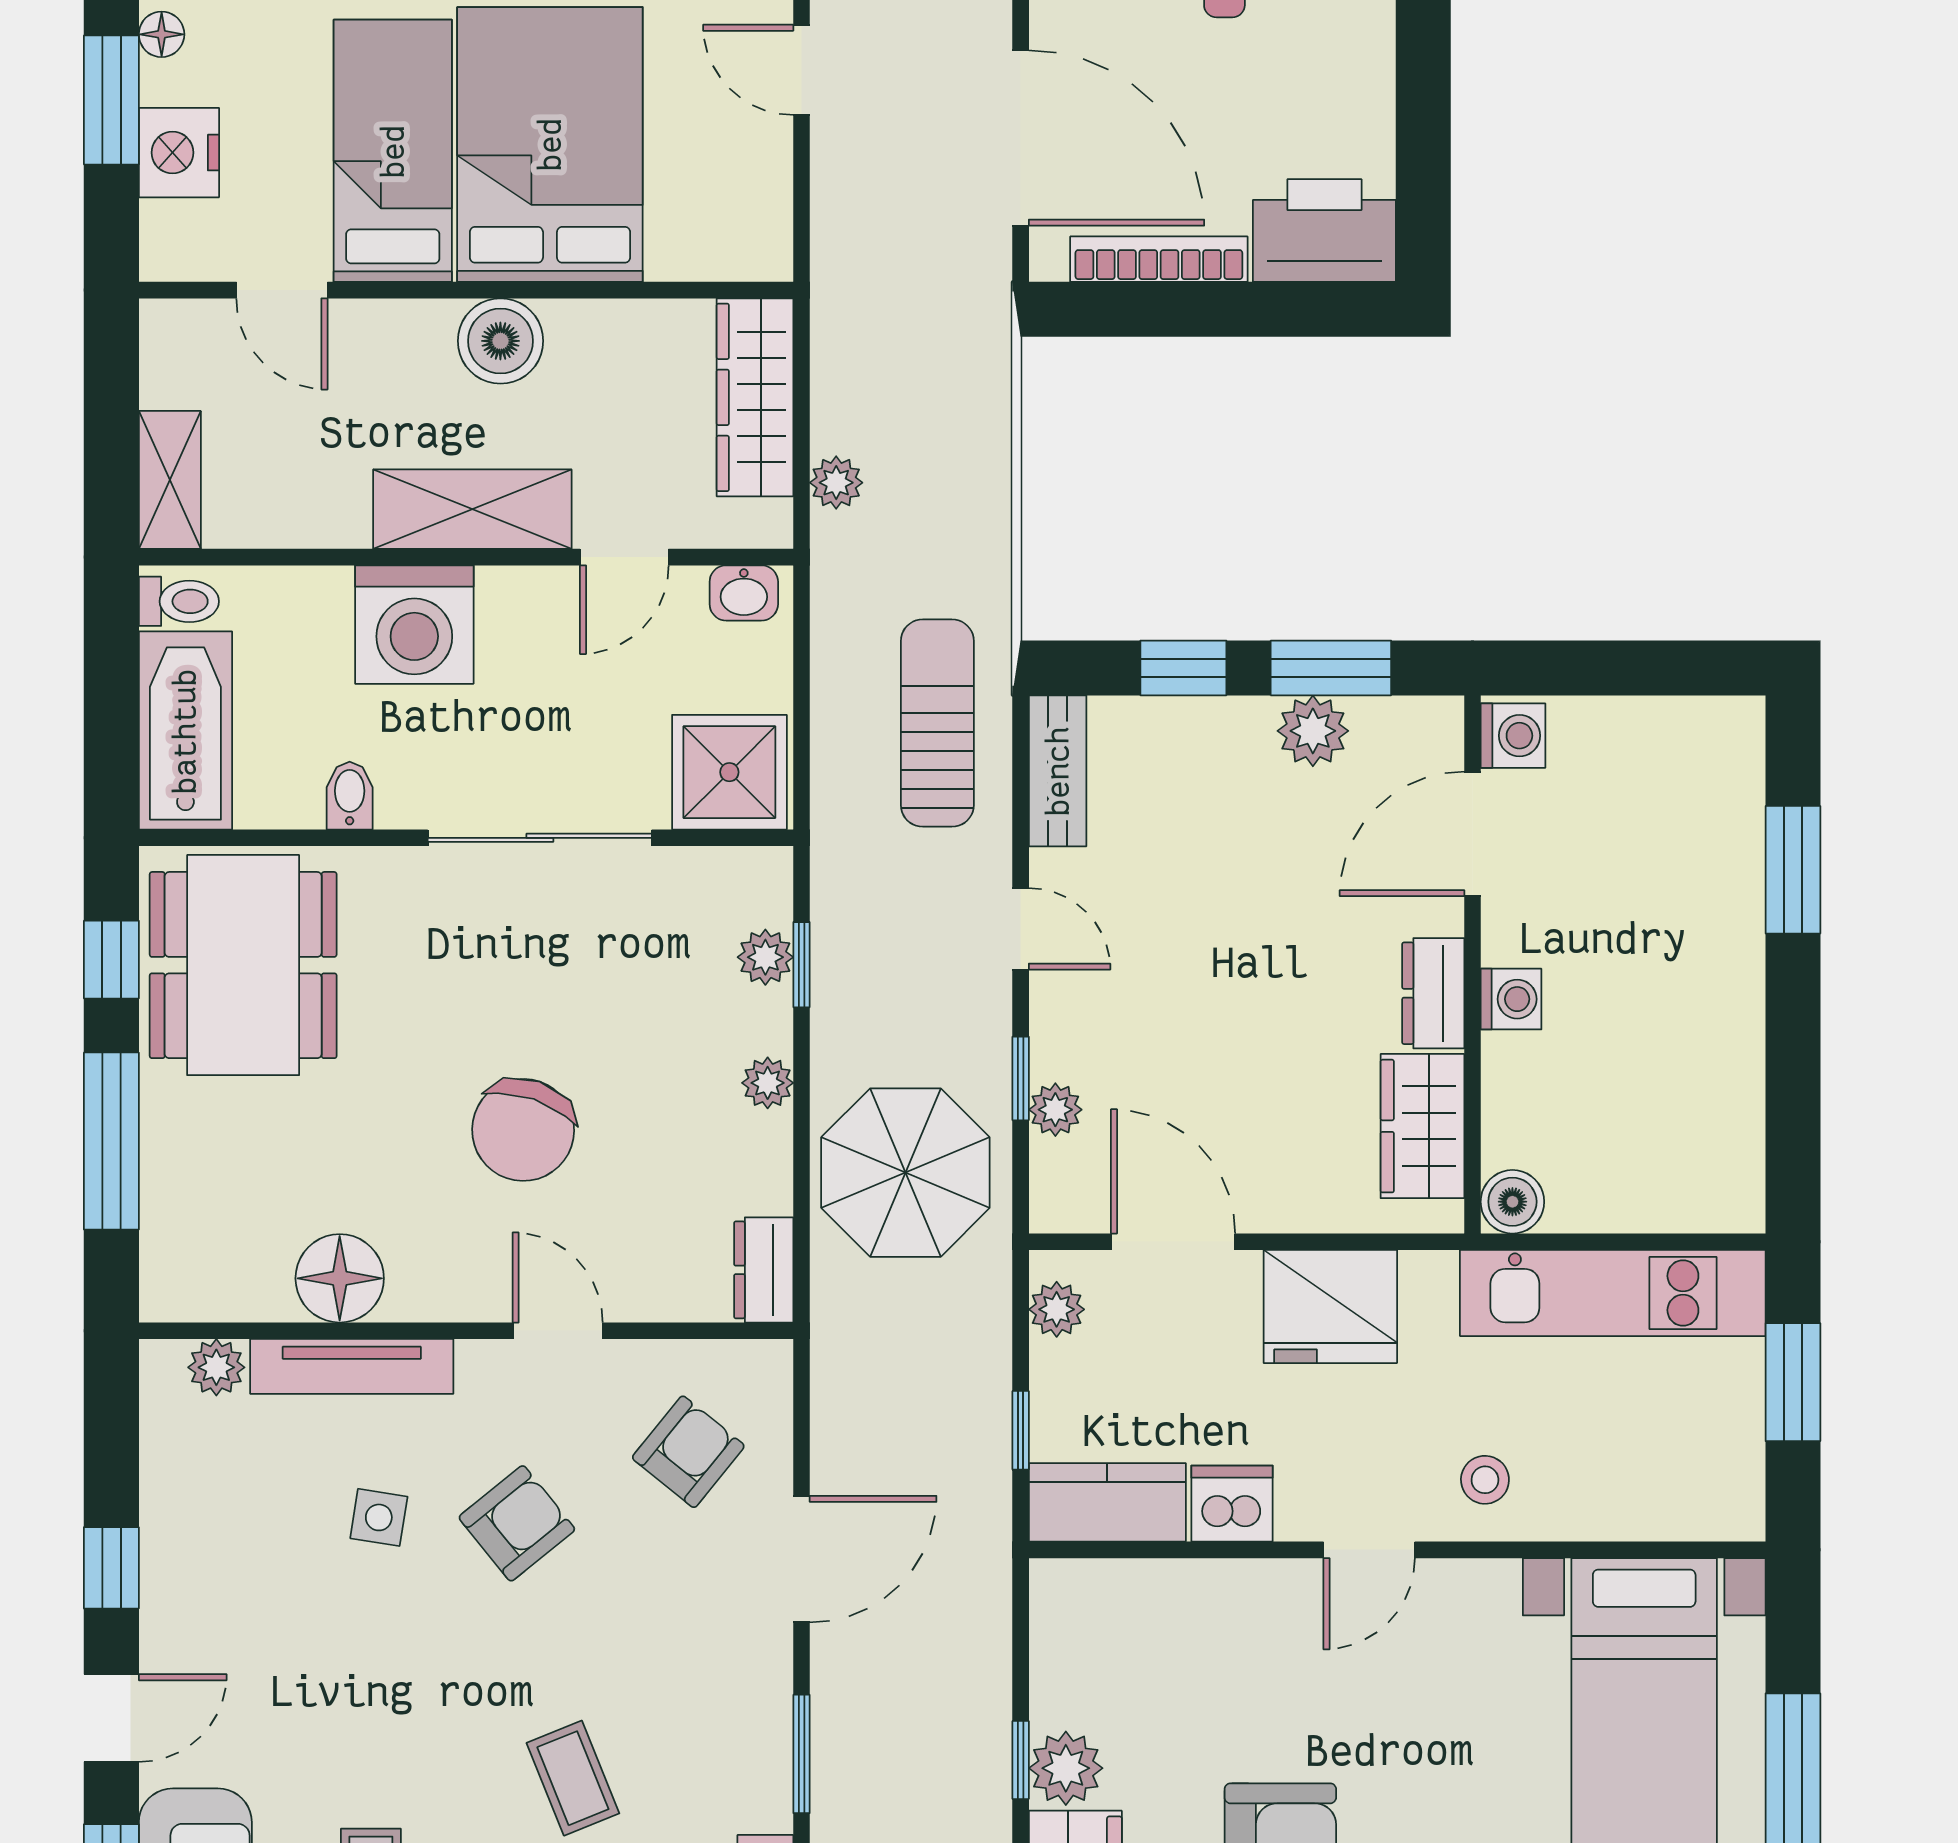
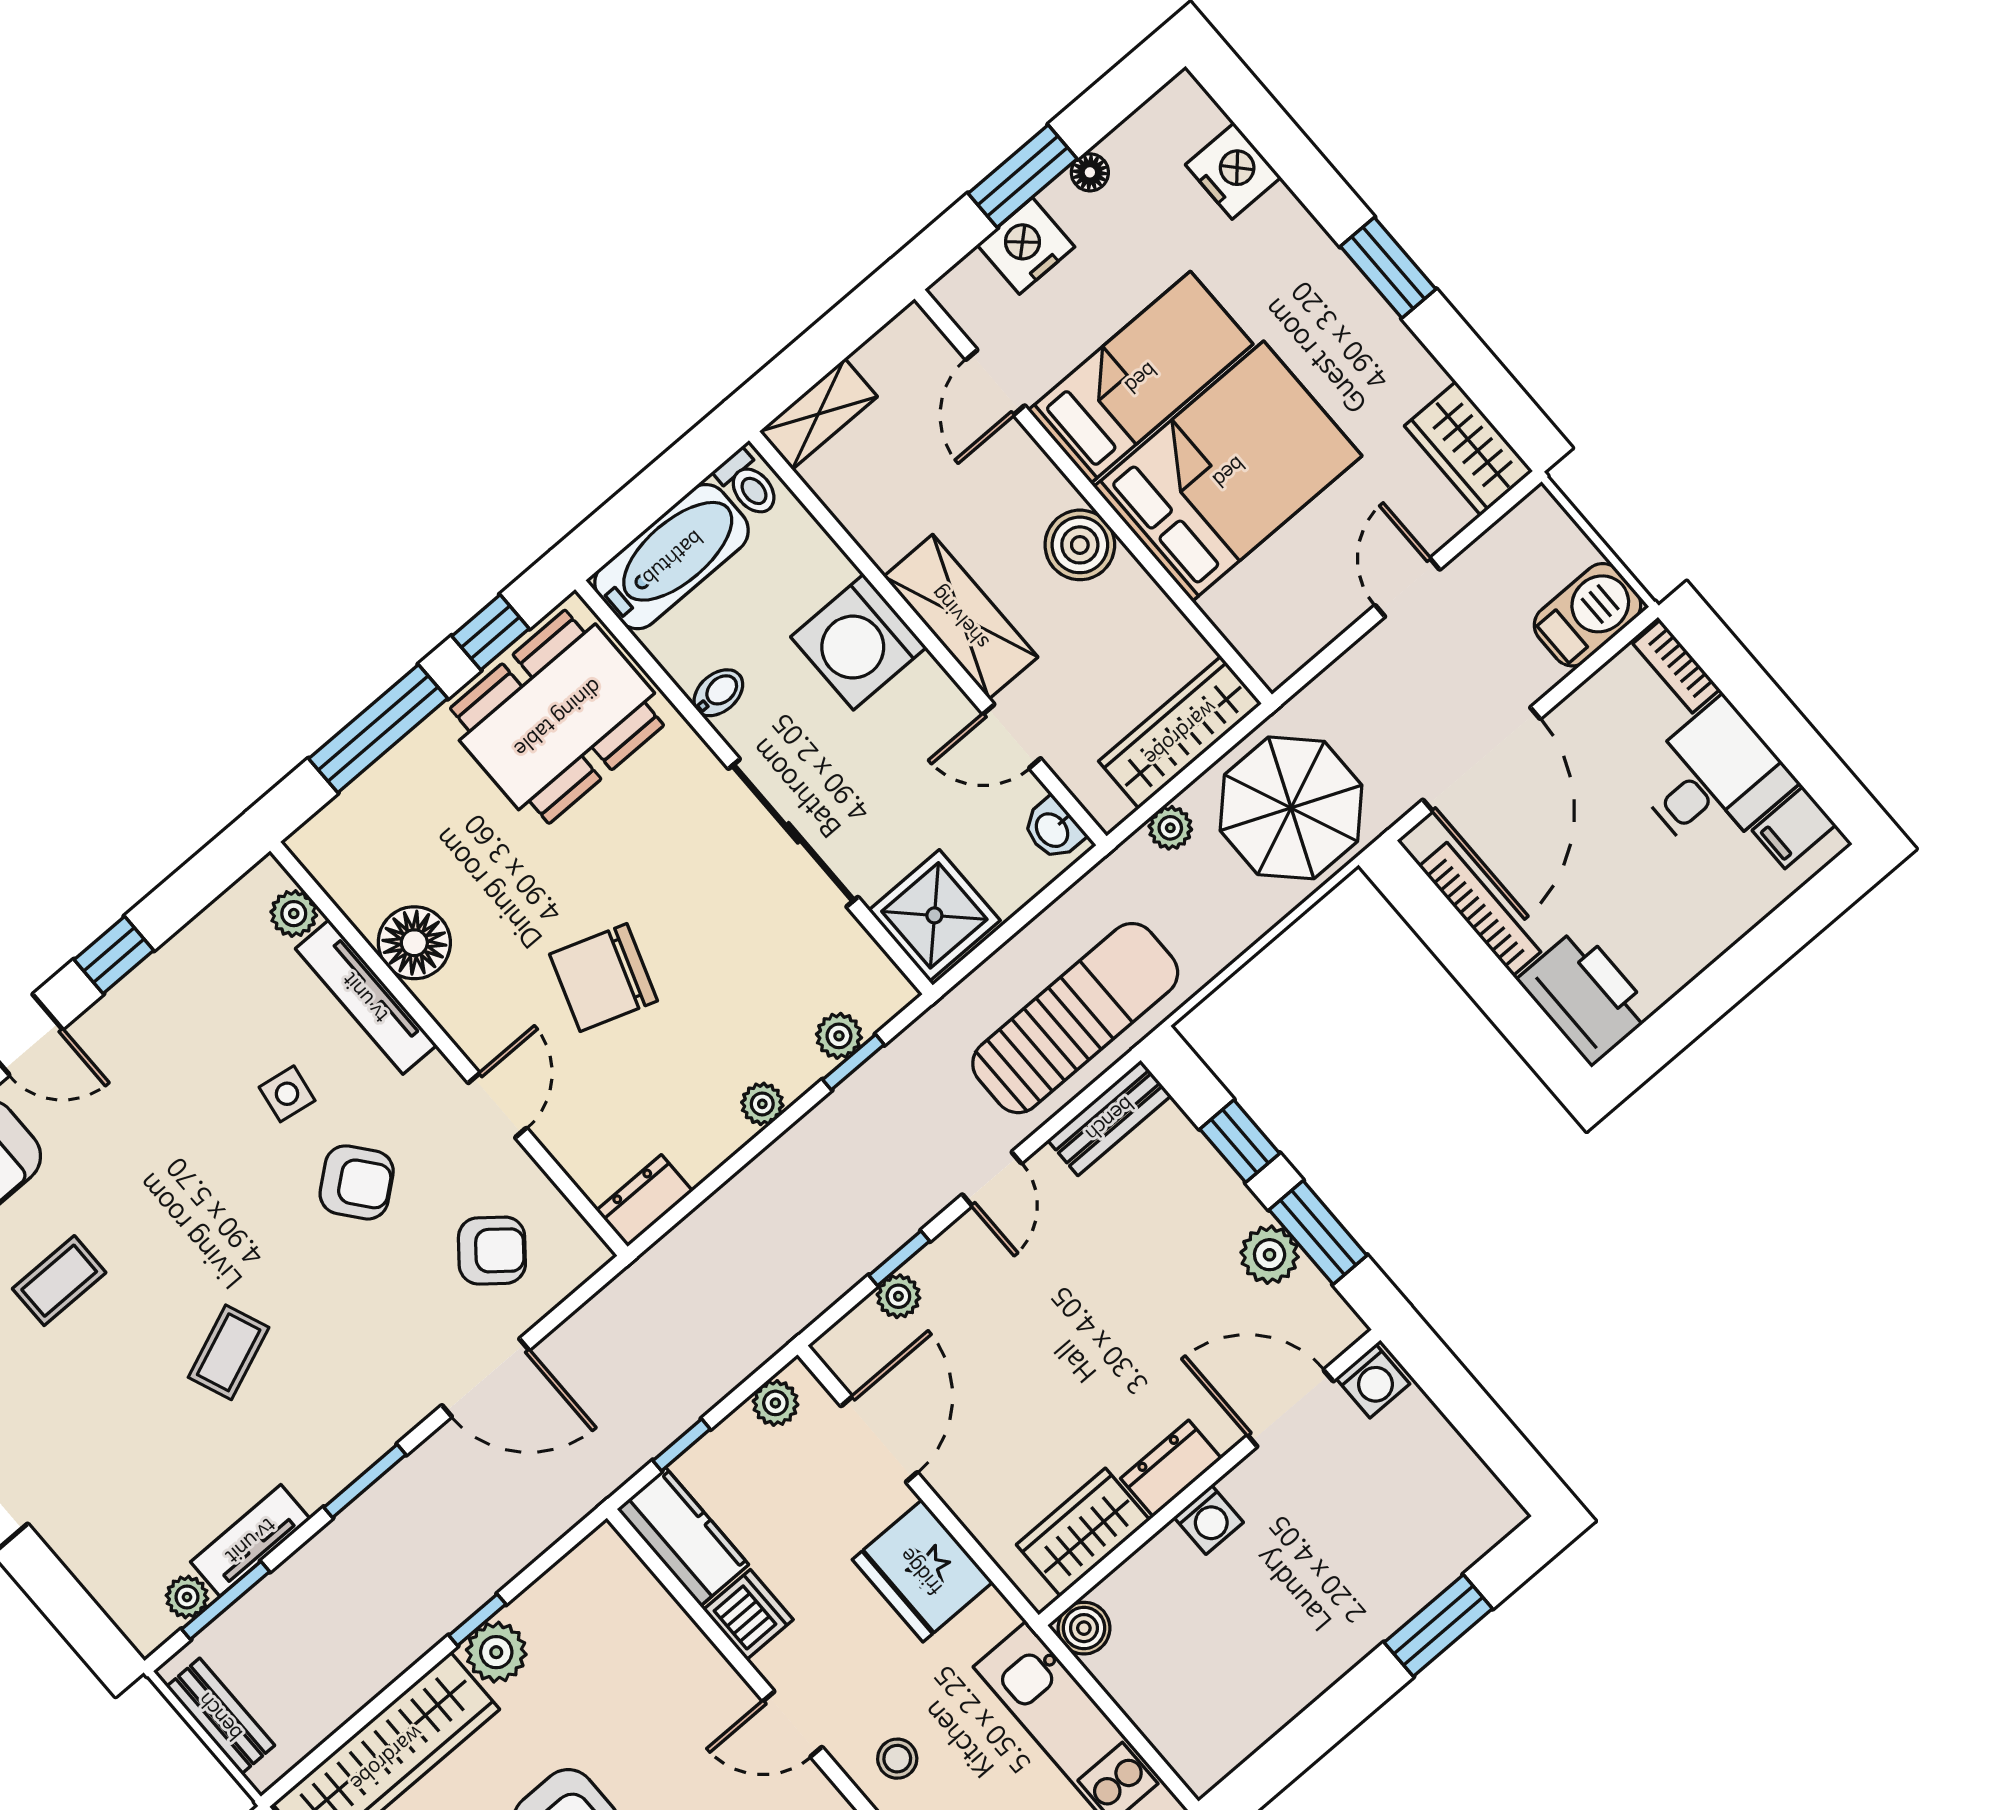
sun lounger: (937, 723) -> (1075, 1018), width x1.36, depth x1.34
parasol: (905, 1173) -> (1291, 808), moved

